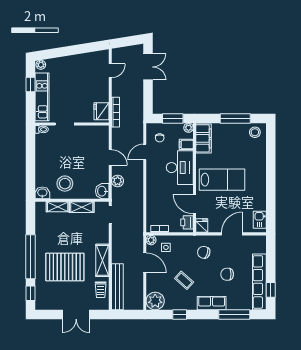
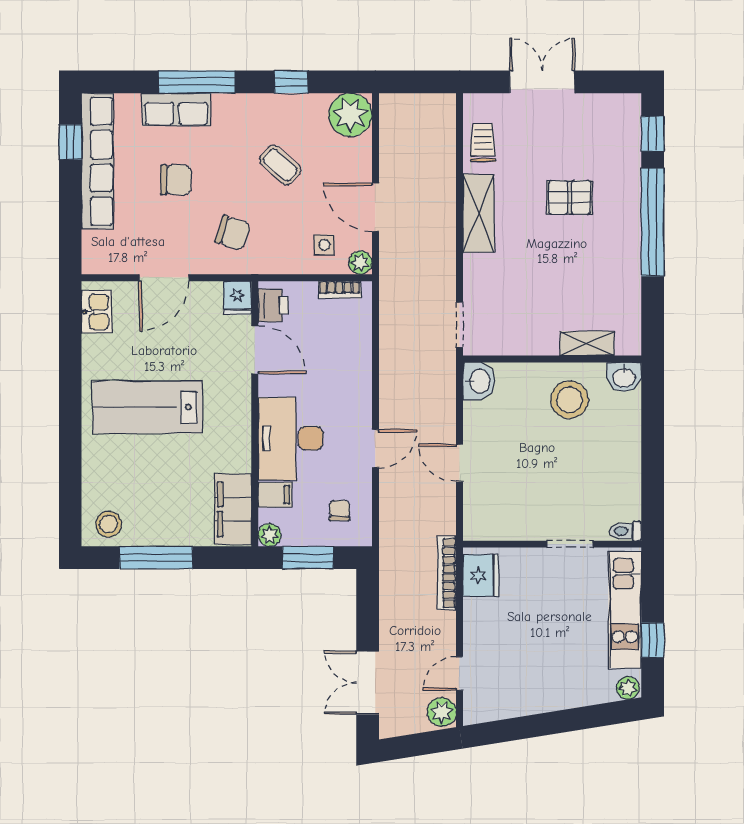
door: (145, 152) -> (375, 449), moved
lab bench: (222, 180) -> (148, 407), moved
plant: (118, 181) -> (442, 712), moved
shelving: (82, 207) -> (528, 342), removed
pallet: (65, 267) -> (570, 197), width x0.49, depth x0.50
bench: (117, 287) -> (442, 149), removed
row of seats: (212, 303) -> (176, 110), moved
window: (234, 315) -> (197, 82), moved

